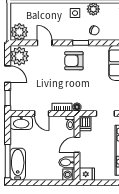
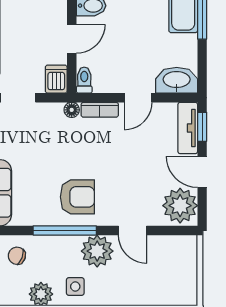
chair: (94, 30) -> (17, 256), moved
plant: (19, 32) -> (97, 251), moved
window: (81, 43) -> (65, 230), width x2.17
tv unit: (15, 97) -> (188, 128), added
door: (42, 113) -> (138, 98), swing flipped

